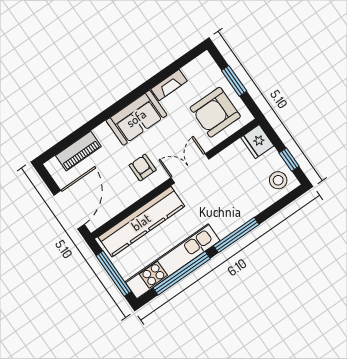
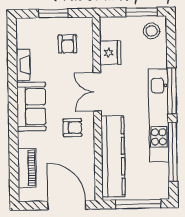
armchair: (215, 112) -> (67, 44), width x0.53, depth x0.53
fridge: (257, 142) -> (110, 53), moved, turned -90
window: (289, 160) -> (141, 12), width x1.50
armchair: (143, 168) -> (72, 128), turned 180
kitchen unit: (173, 261) -> (158, 115), moved

